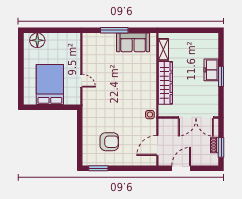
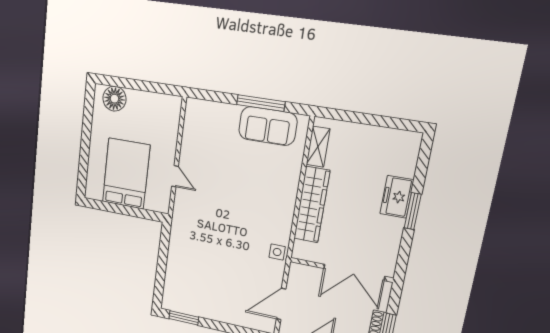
window: (114, 30) -> (261, 103), moved
armchair: (109, 142) -> (206, 281), removed

